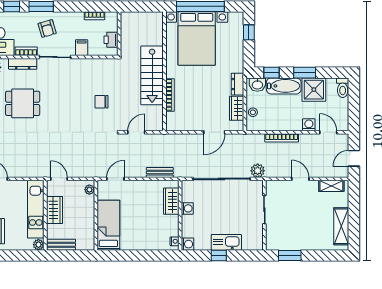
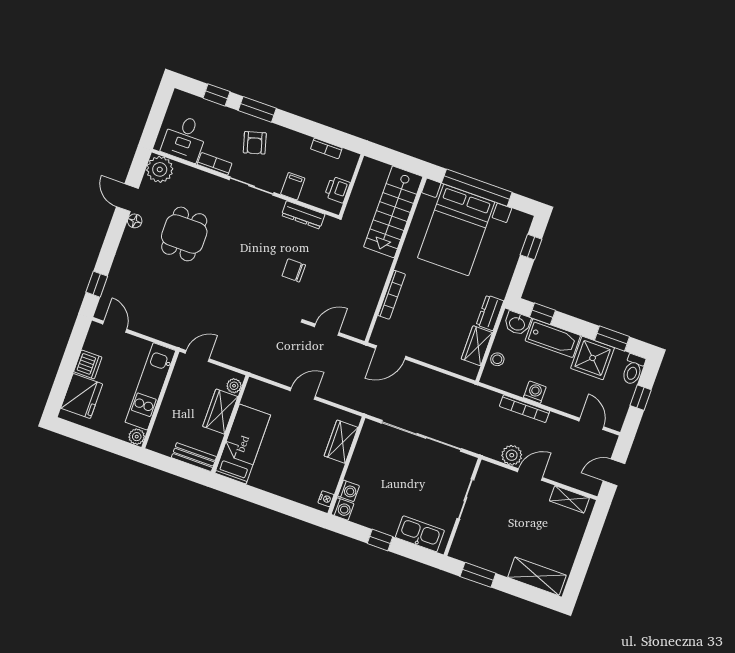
dresser: (23, 64) -> (303, 215), moved
window: (305, 73) -> (612, 339), moved
stairs: (152, 75) -> (393, 212), moved
dining table: (23, 103) -> (184, 234), turned 90
window: (354, 104) -> (641, 398), added
washing machine: (309, 125) -> (535, 392), moved
door: (214, 132) -> (391, 352), moved
plant: (258, 171) -> (512, 455), moved
bench: (160, 173) -> (339, 397), removed
door: (59, 179) -> (197, 356), hinge flipped
door: (115, 179) -> (303, 394), moved
door: (300, 179) -> (530, 475), hinge flipped
washing machine: (187, 208) -> (349, 491), moved
wardrobe: (54, 210) -> (220, 412), moved, turned 180
shelving: (341, 226) -> (537, 576), moved, turned 90
kitchen sink: (226, 242) -> (420, 534), moved
bench: (61, 245) -> (194, 457), moved

